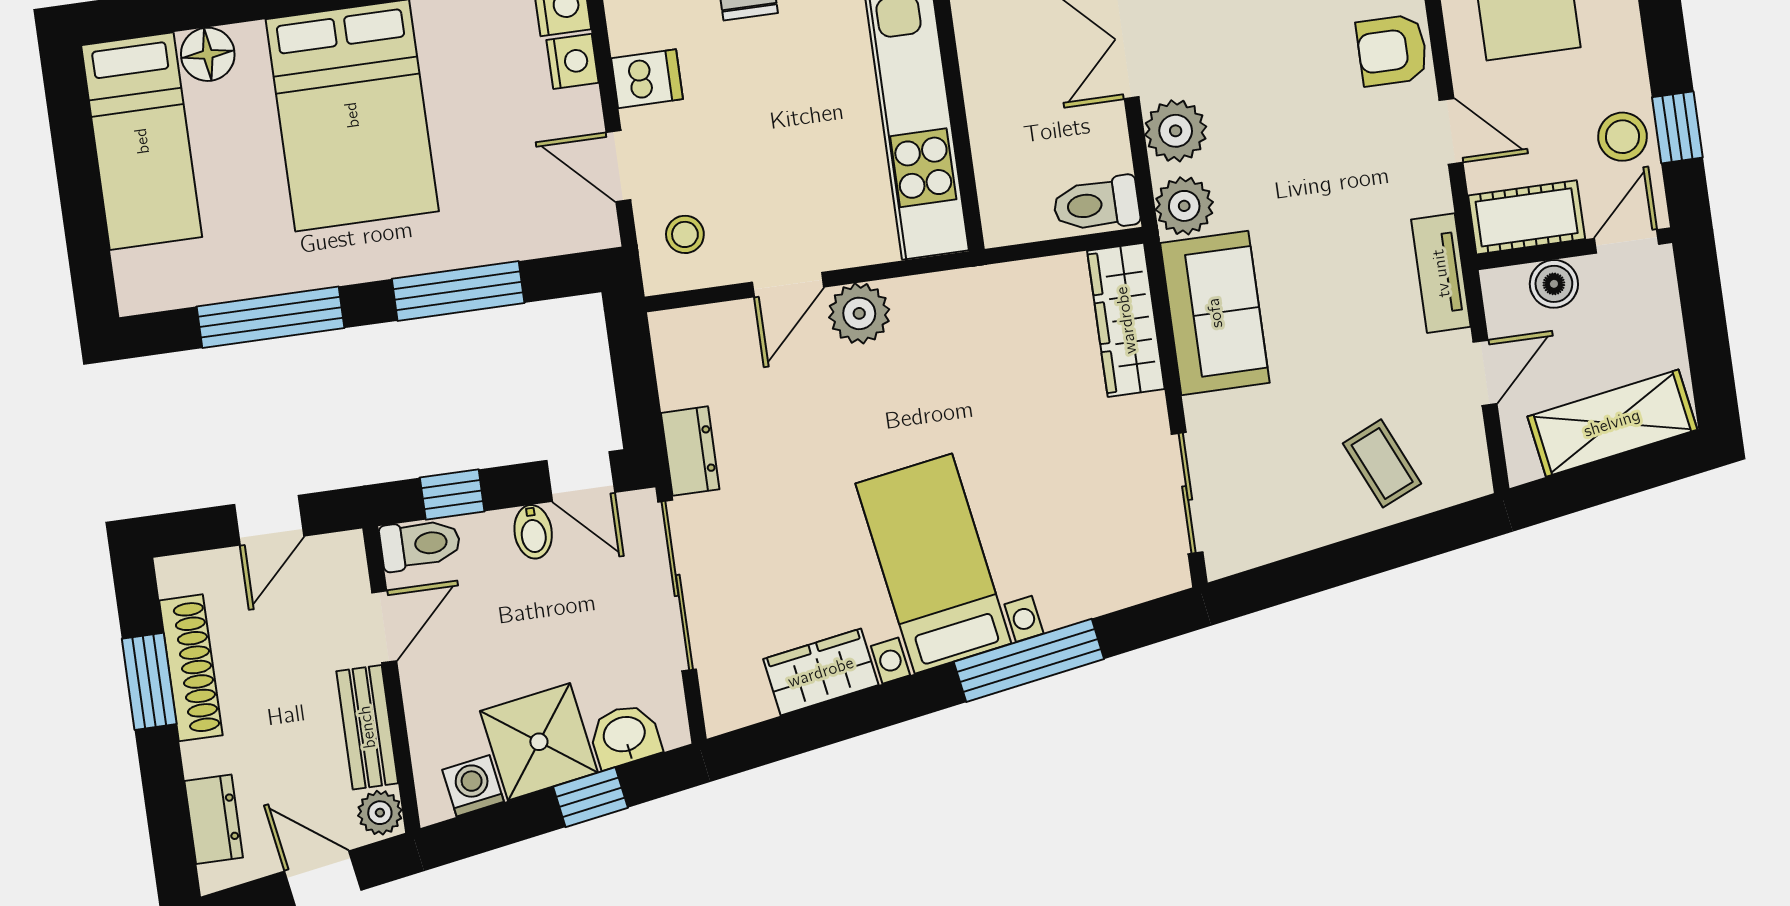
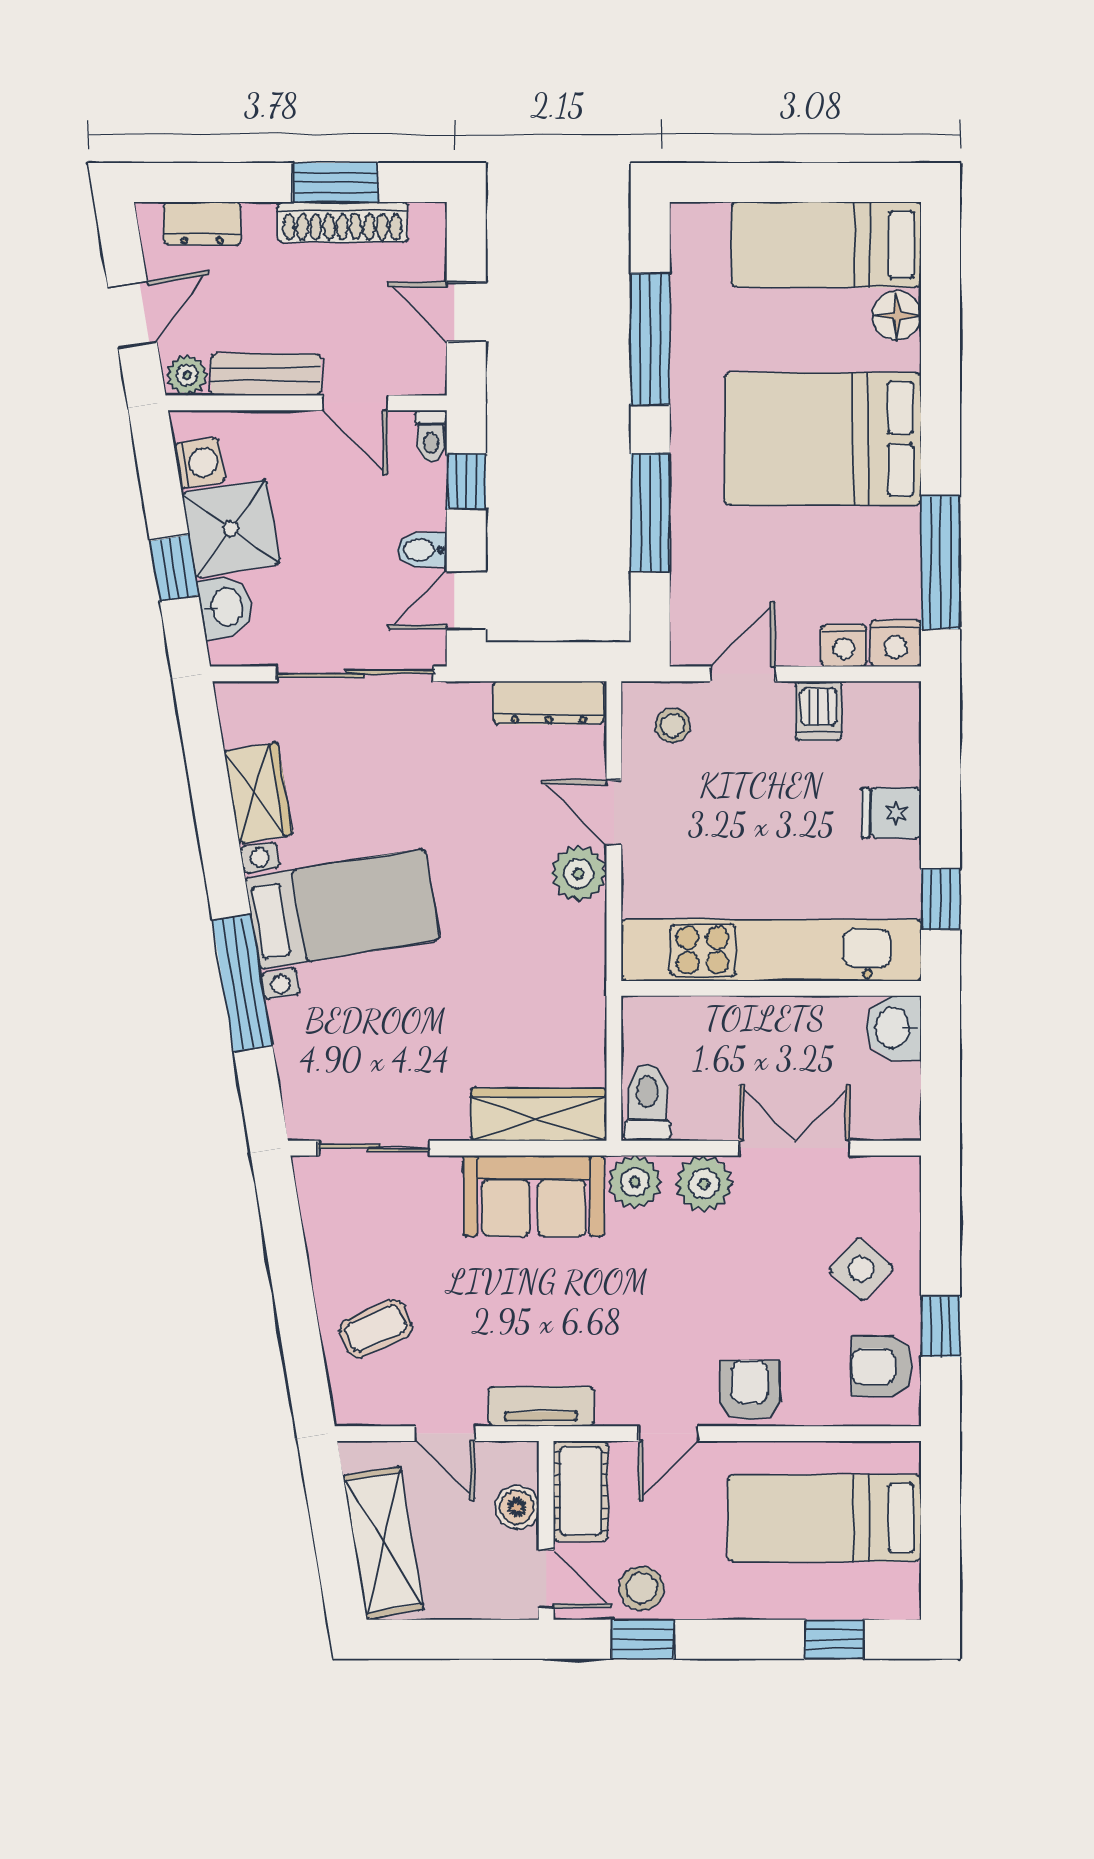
dresser: (690, 451) -> (549, 703), moved, width x1.44
toilet: (420, 544) -> (431, 436), width x0.73, depth x0.72

